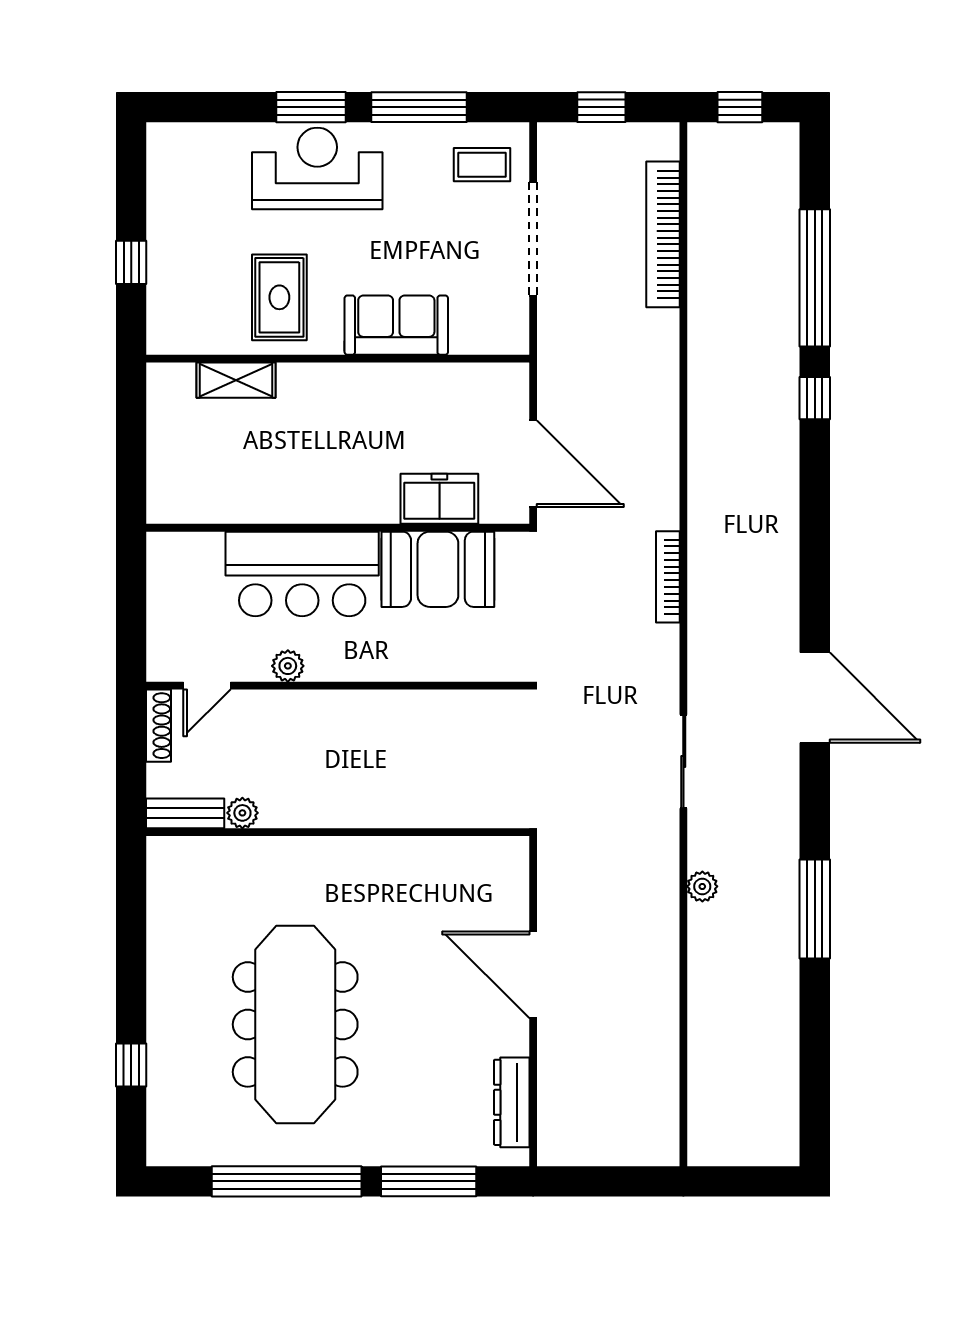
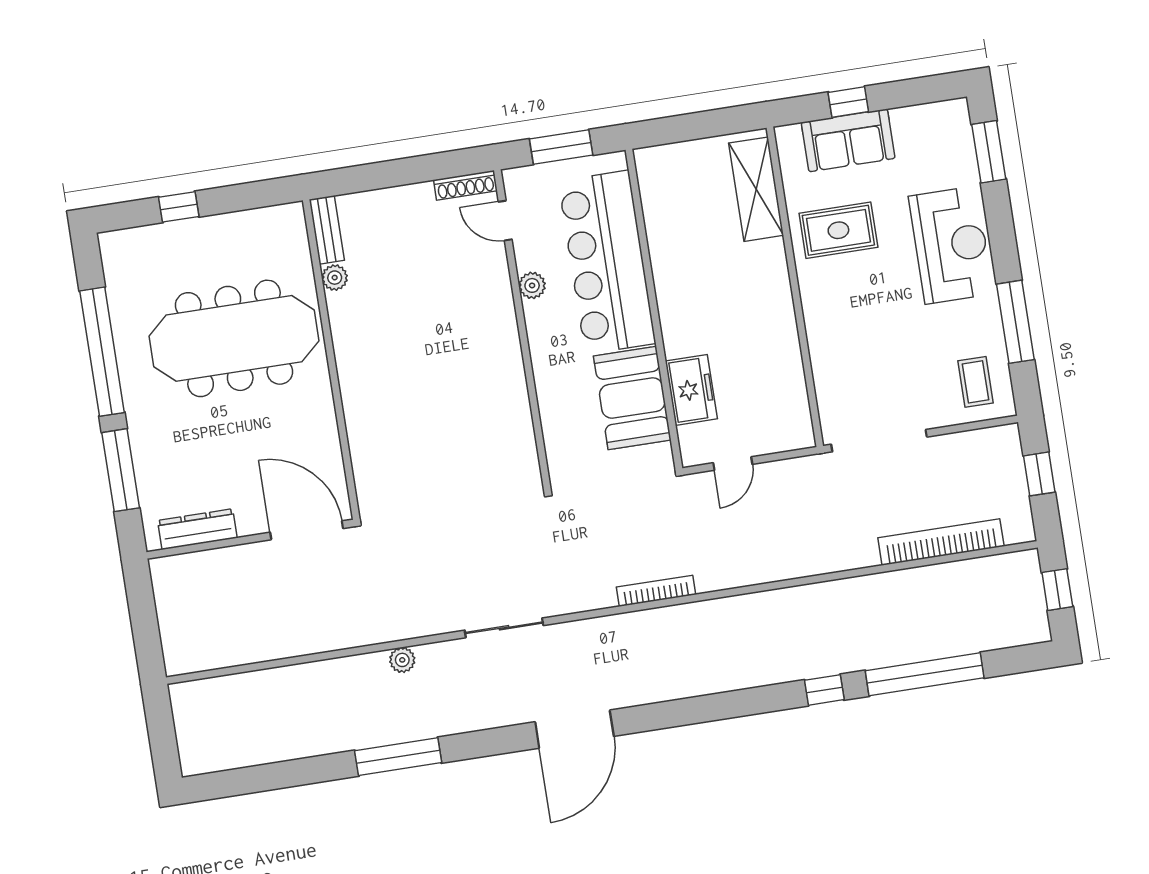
window: (311, 107) -> (989, 152), moved
doorway: (533, 239) -> (879, 441), moved
sofa: (396, 325) -> (848, 140), moved, turned 90
shelving: (236, 380) -> (756, 189), width x1.50, depth x1.33
door: (533, 464) -> (733, 464), width x0.53
bar counter: (302, 574) -> (607, 262), width x1.36
window: (131, 607) -> (561, 147), added
bench: (185, 813) -> (327, 230), moved
plant: (242, 813) -> (335, 278), moved
wall: (338, 832) -> (331, 360), moved
door: (533, 975) -> (307, 530), hinge flipped

